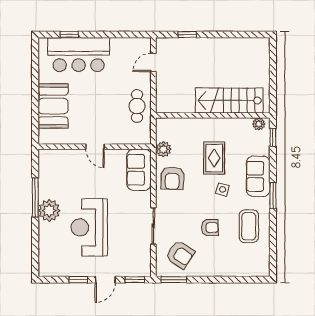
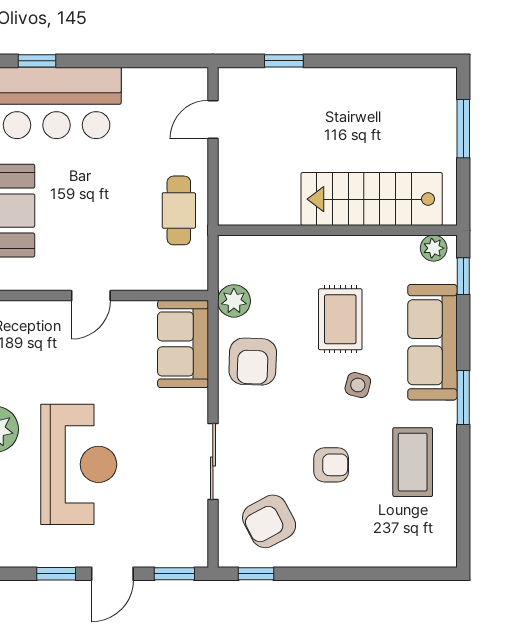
window: (273, 67) -> (463, 129), added
door: (95, 147) -> (91, 296), hinge flipped
sofa: (258, 176) -> (432, 342), width x1.36
reception desk: (89, 227) -> (79, 464), turned 180
armchair: (180, 255) -> (269, 521), turned 119
window: (174, 280) -> (256, 574), width x0.67

